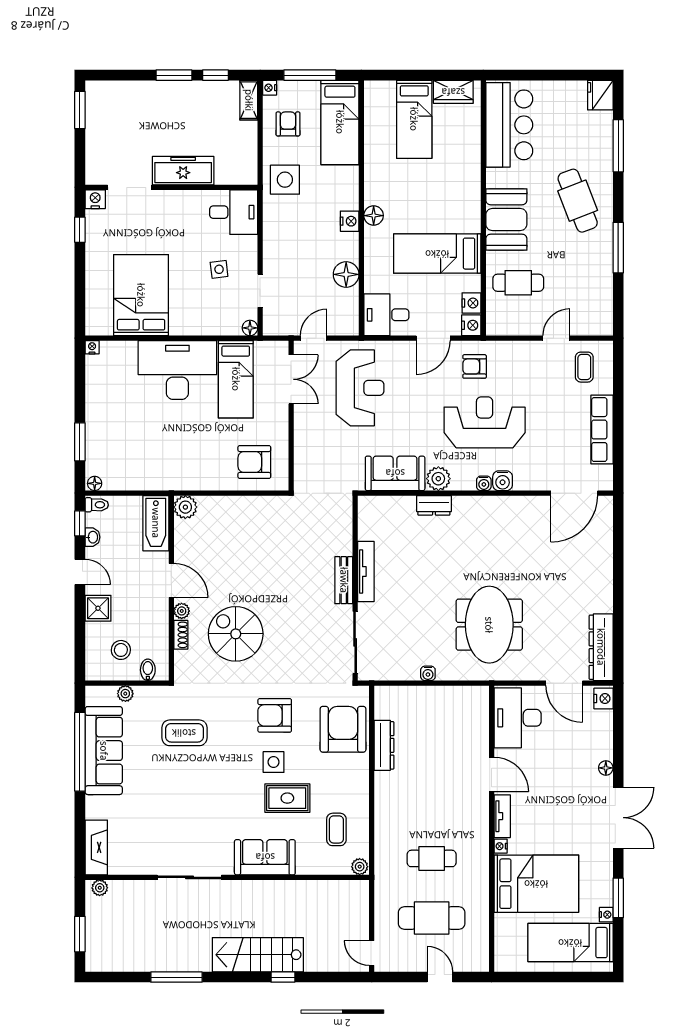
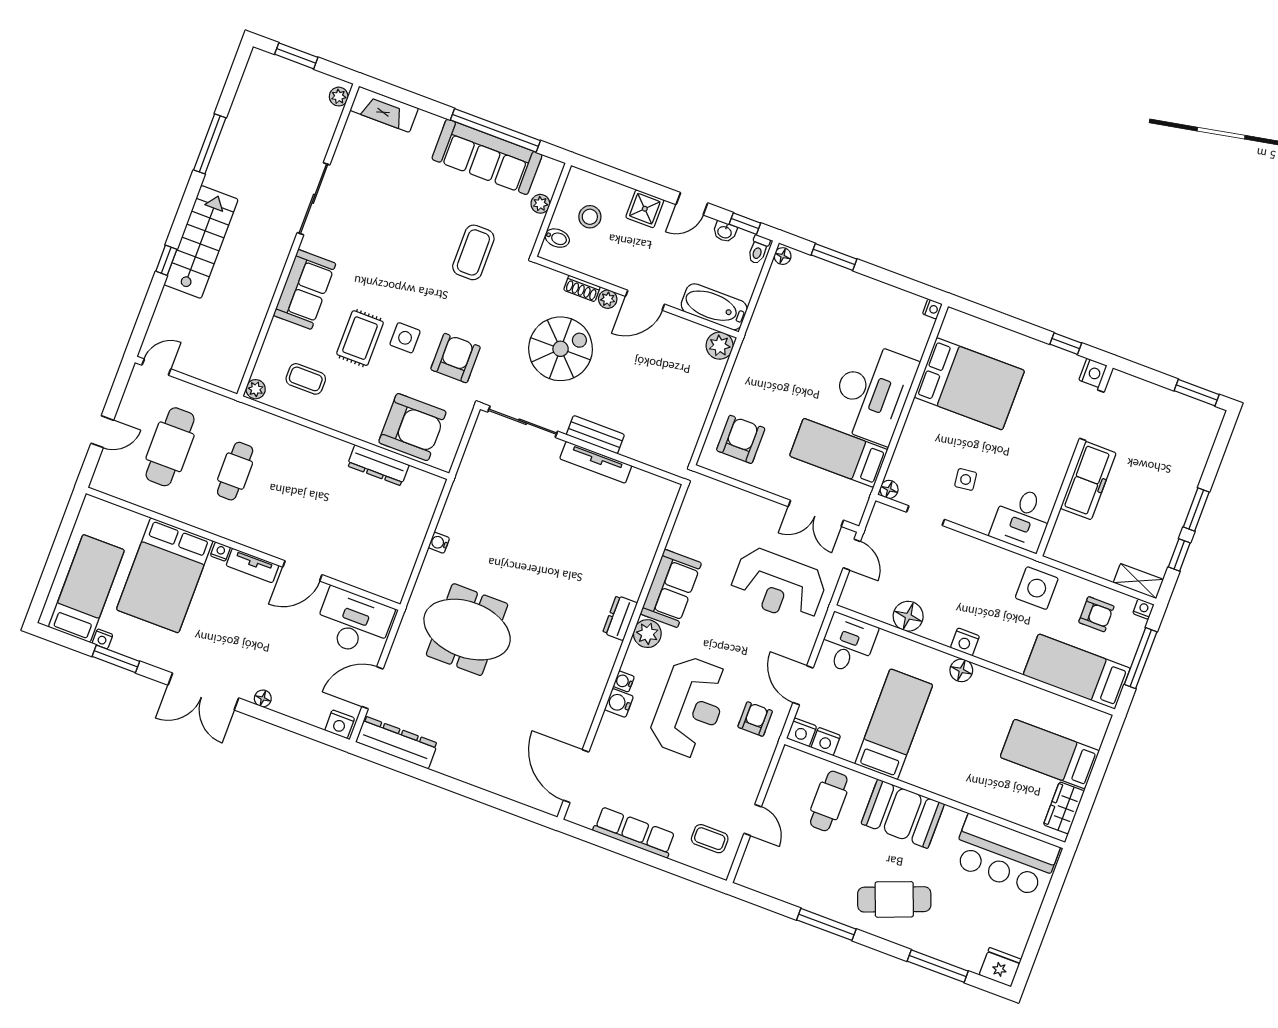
tv unit: (366, 572) -> (596, 462), moved
bench: (344, 580) -> (595, 435), moved
wall: (355, 588) -> (582, 444), moved
sliding door: (355, 642) -> (523, 422), moved

